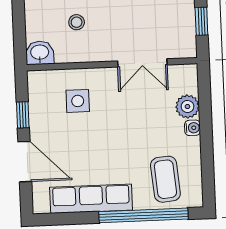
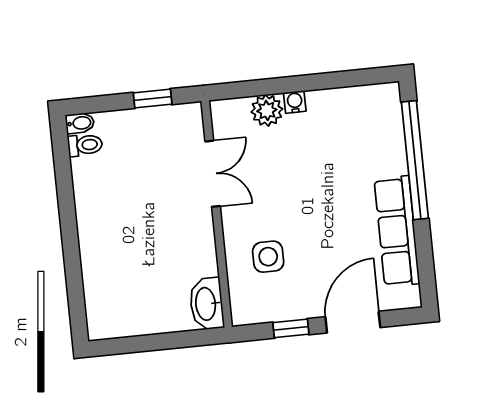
stool: (77, 22) -> (164, 264), removed
washbasin: (40, 53) -> (207, 304), width x1.38
coffee table: (165, 179) -> (365, 134), removed

